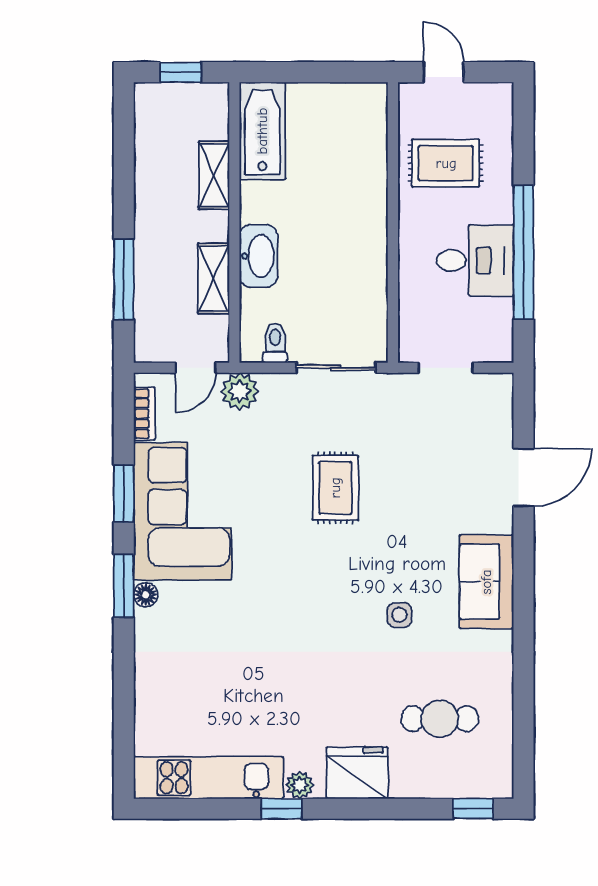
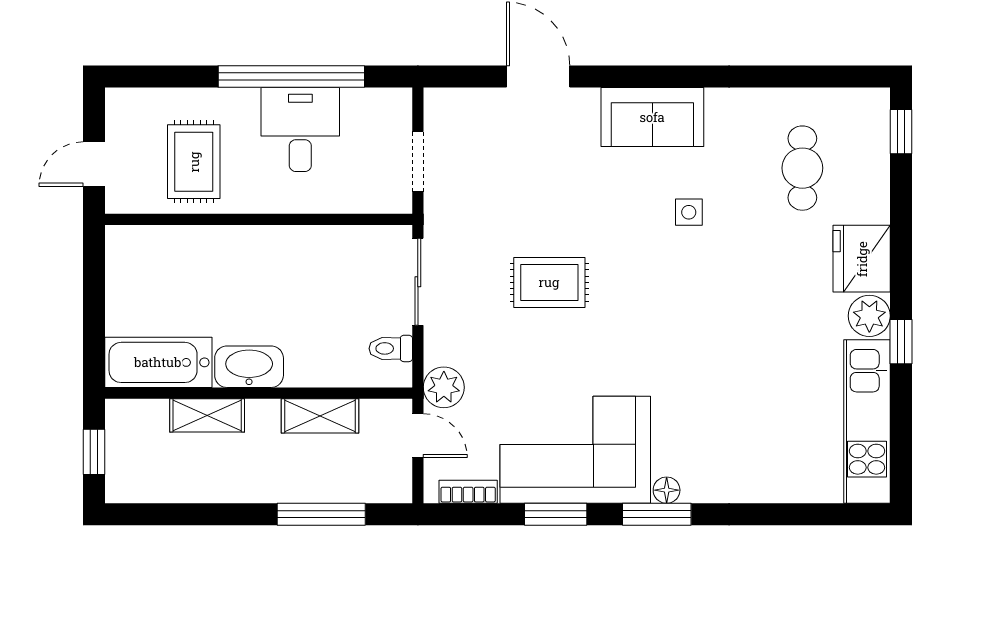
washbasin: (258, 256) -> (249, 367), moved
plant: (300, 785) -> (869, 316), width x1.38, depth x1.38

